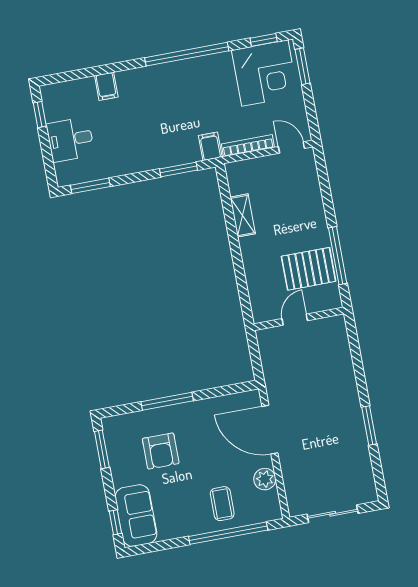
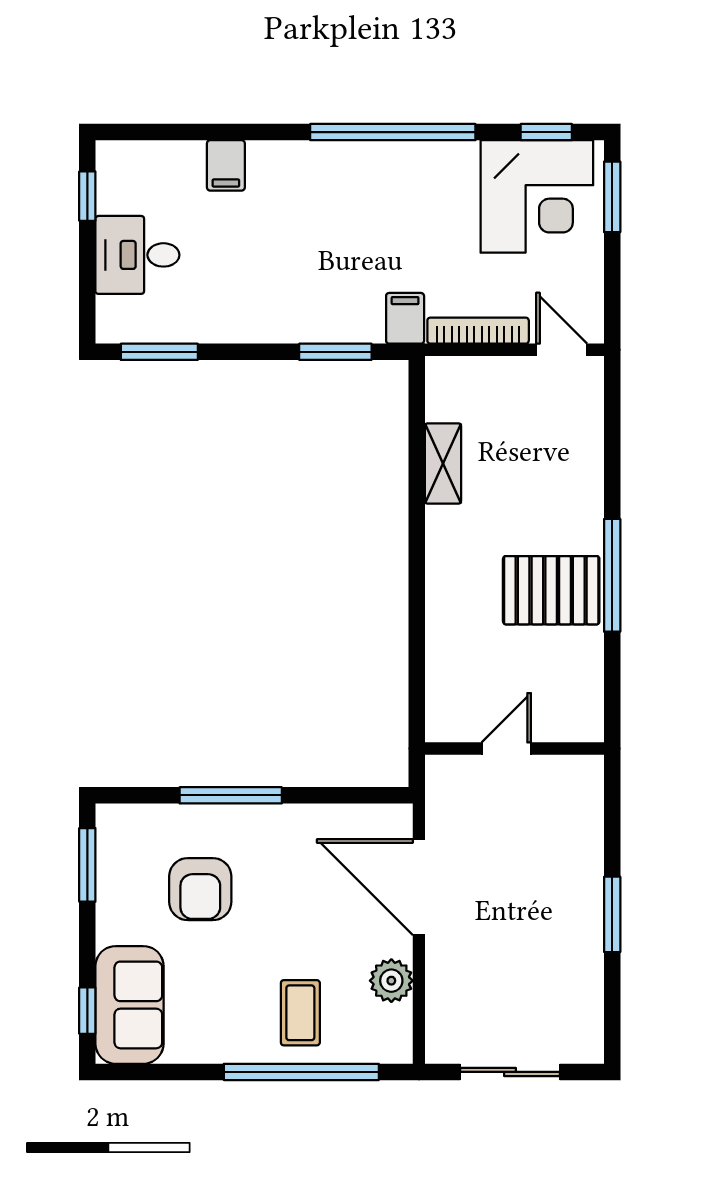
wall: (299, 319) -> (515, 748), moved
door: (295, 320) -> (506, 748), moved

